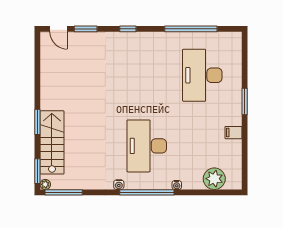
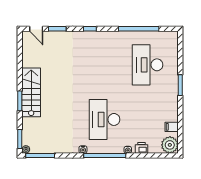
filing cabinet: (234, 133) -> (172, 127), moved
stairs: (52, 142) -> (31, 92), moved
plant: (214, 179) -> (170, 145), moved
printer: (194, 182) -> (141, 148), added

